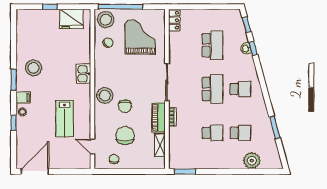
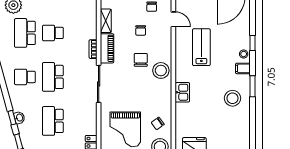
school desk: (240, 133) -> (25, 33), width x1.85
chair: (125, 135) -> (141, 30), width x0.54, depth x0.54

